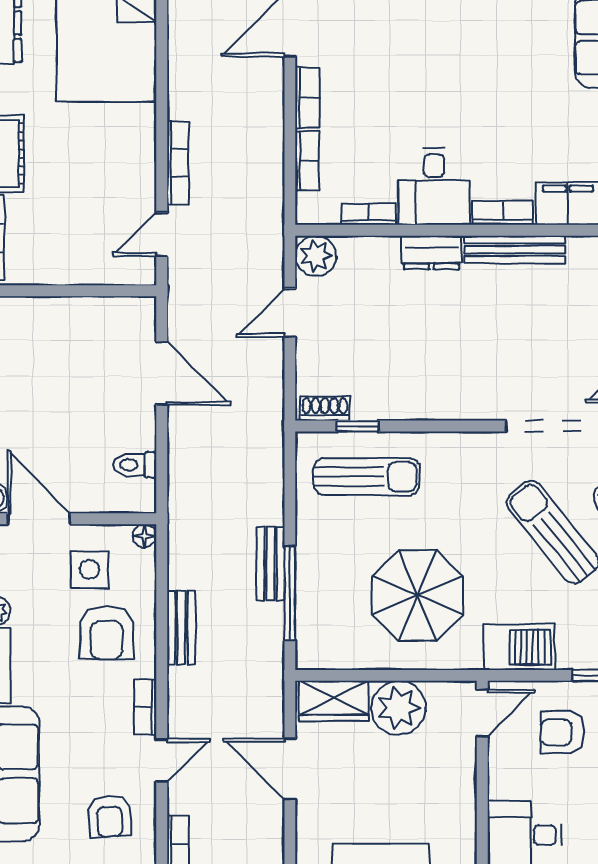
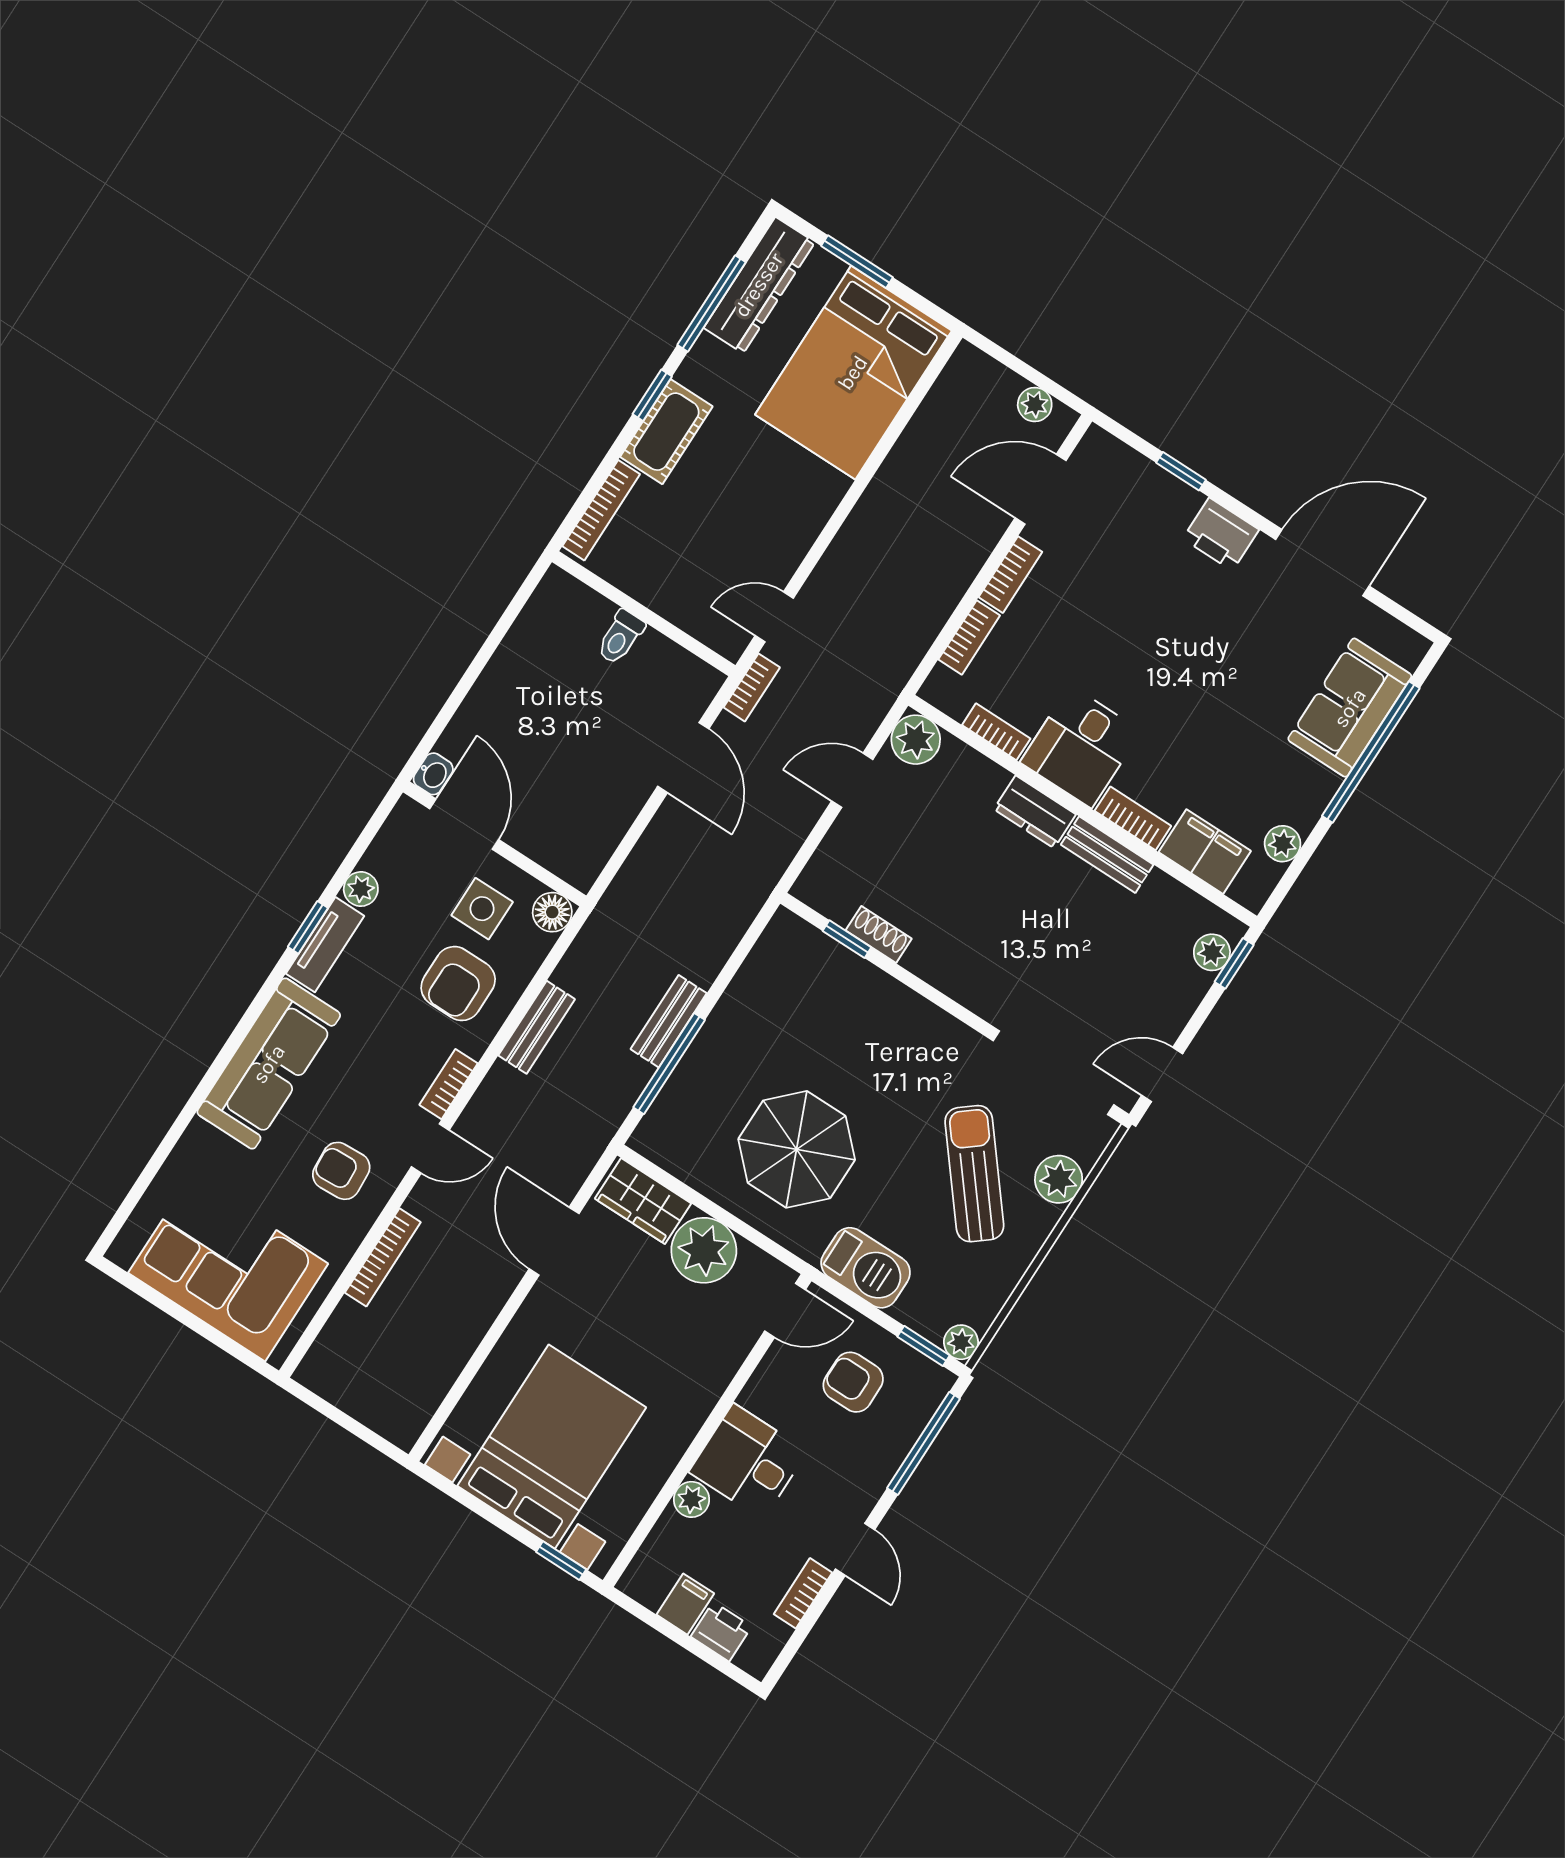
bookcase: (178, 163) -> (752, 687), moved, width x0.64
bench: (515, 250) -> (1107, 855), width x0.73
shoe rack: (325, 409) -> (879, 935), moved
toilet: (135, 465) -> (620, 637), moved, turned -90
sun lounger: (367, 477) -> (823, 996), removed
floor lamp: (144, 536) -> (552, 912), width x1.37, depth x1.37
armchair: (110, 816) -> (341, 1171), turned 90

